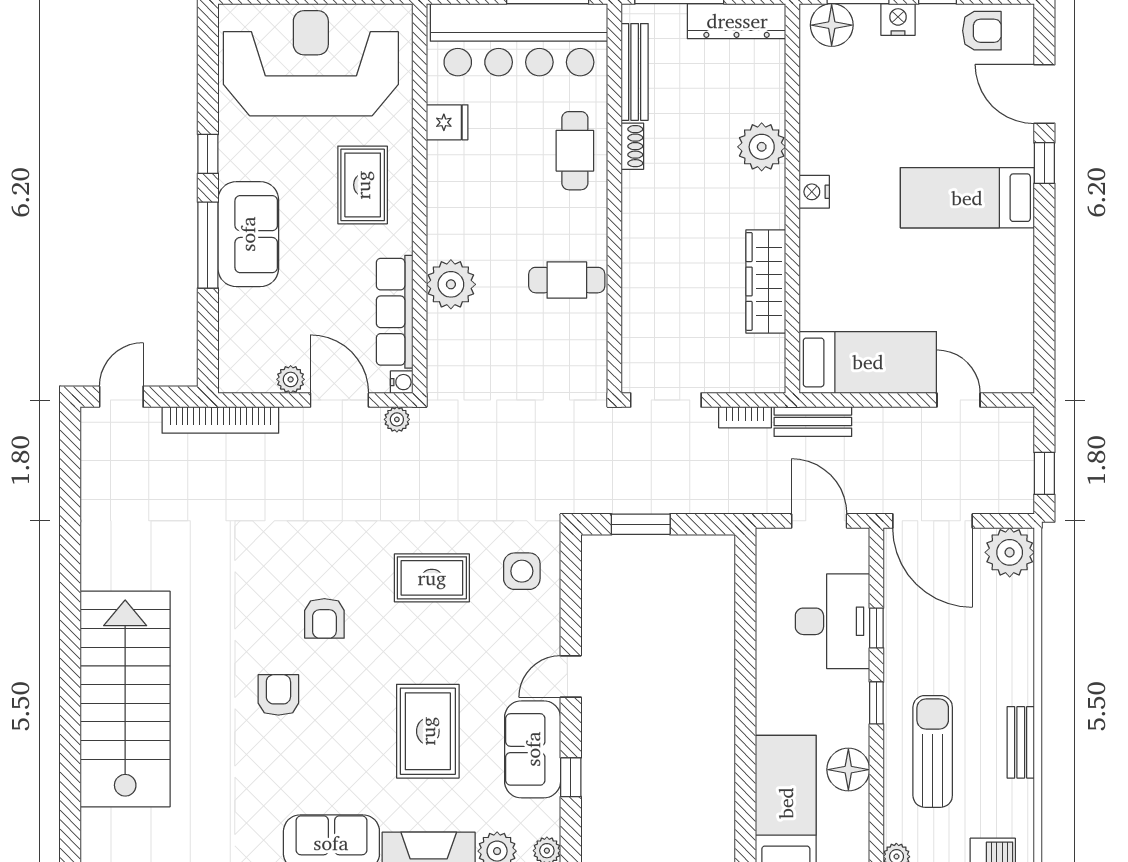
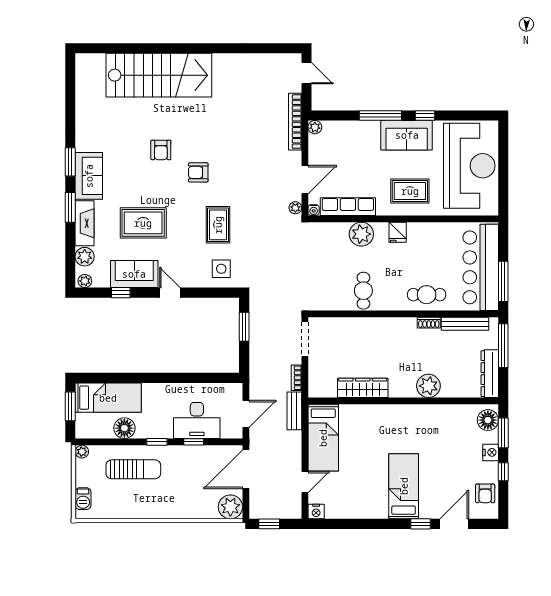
fridge: (447, 122) -> (398, 232), moved
nightstand: (814, 192) -> (316, 512), moved, turned 180
sofa: (248, 234) -> (407, 135), moved
plant: (291, 379) -> (315, 127), moved
armchair: (278, 695) -> (161, 150), turned 90
bench: (1021, 742) -> (138, 512), removed

